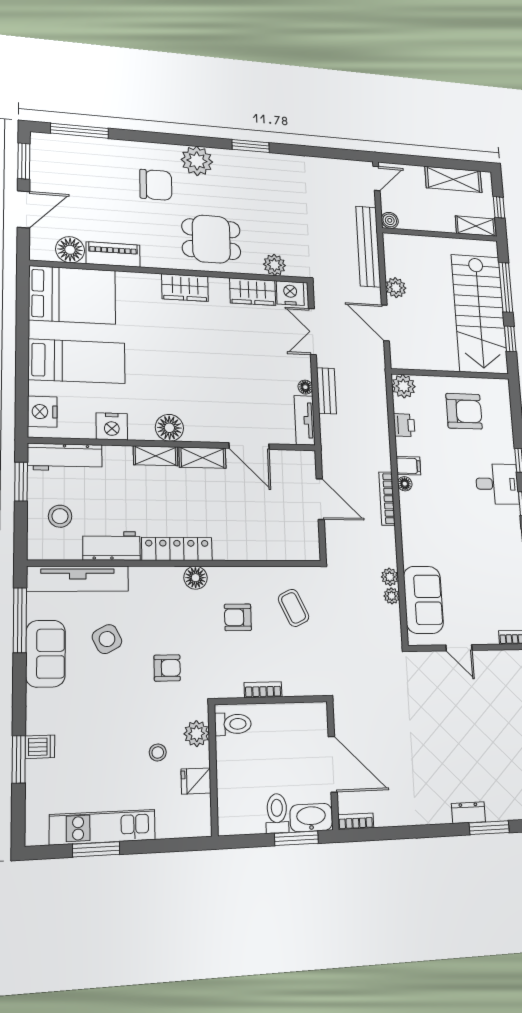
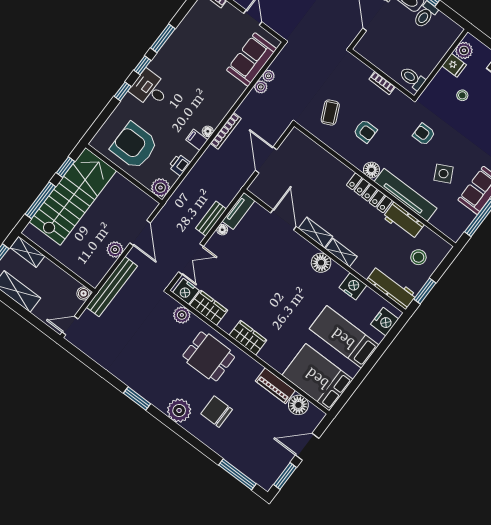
armchair: (464, 411) -> (134, 146), width x1.36, depth x1.36
tv unit: (78, 579) -> (405, 195), moved
plant: (197, 734) -> (464, 50), moved

